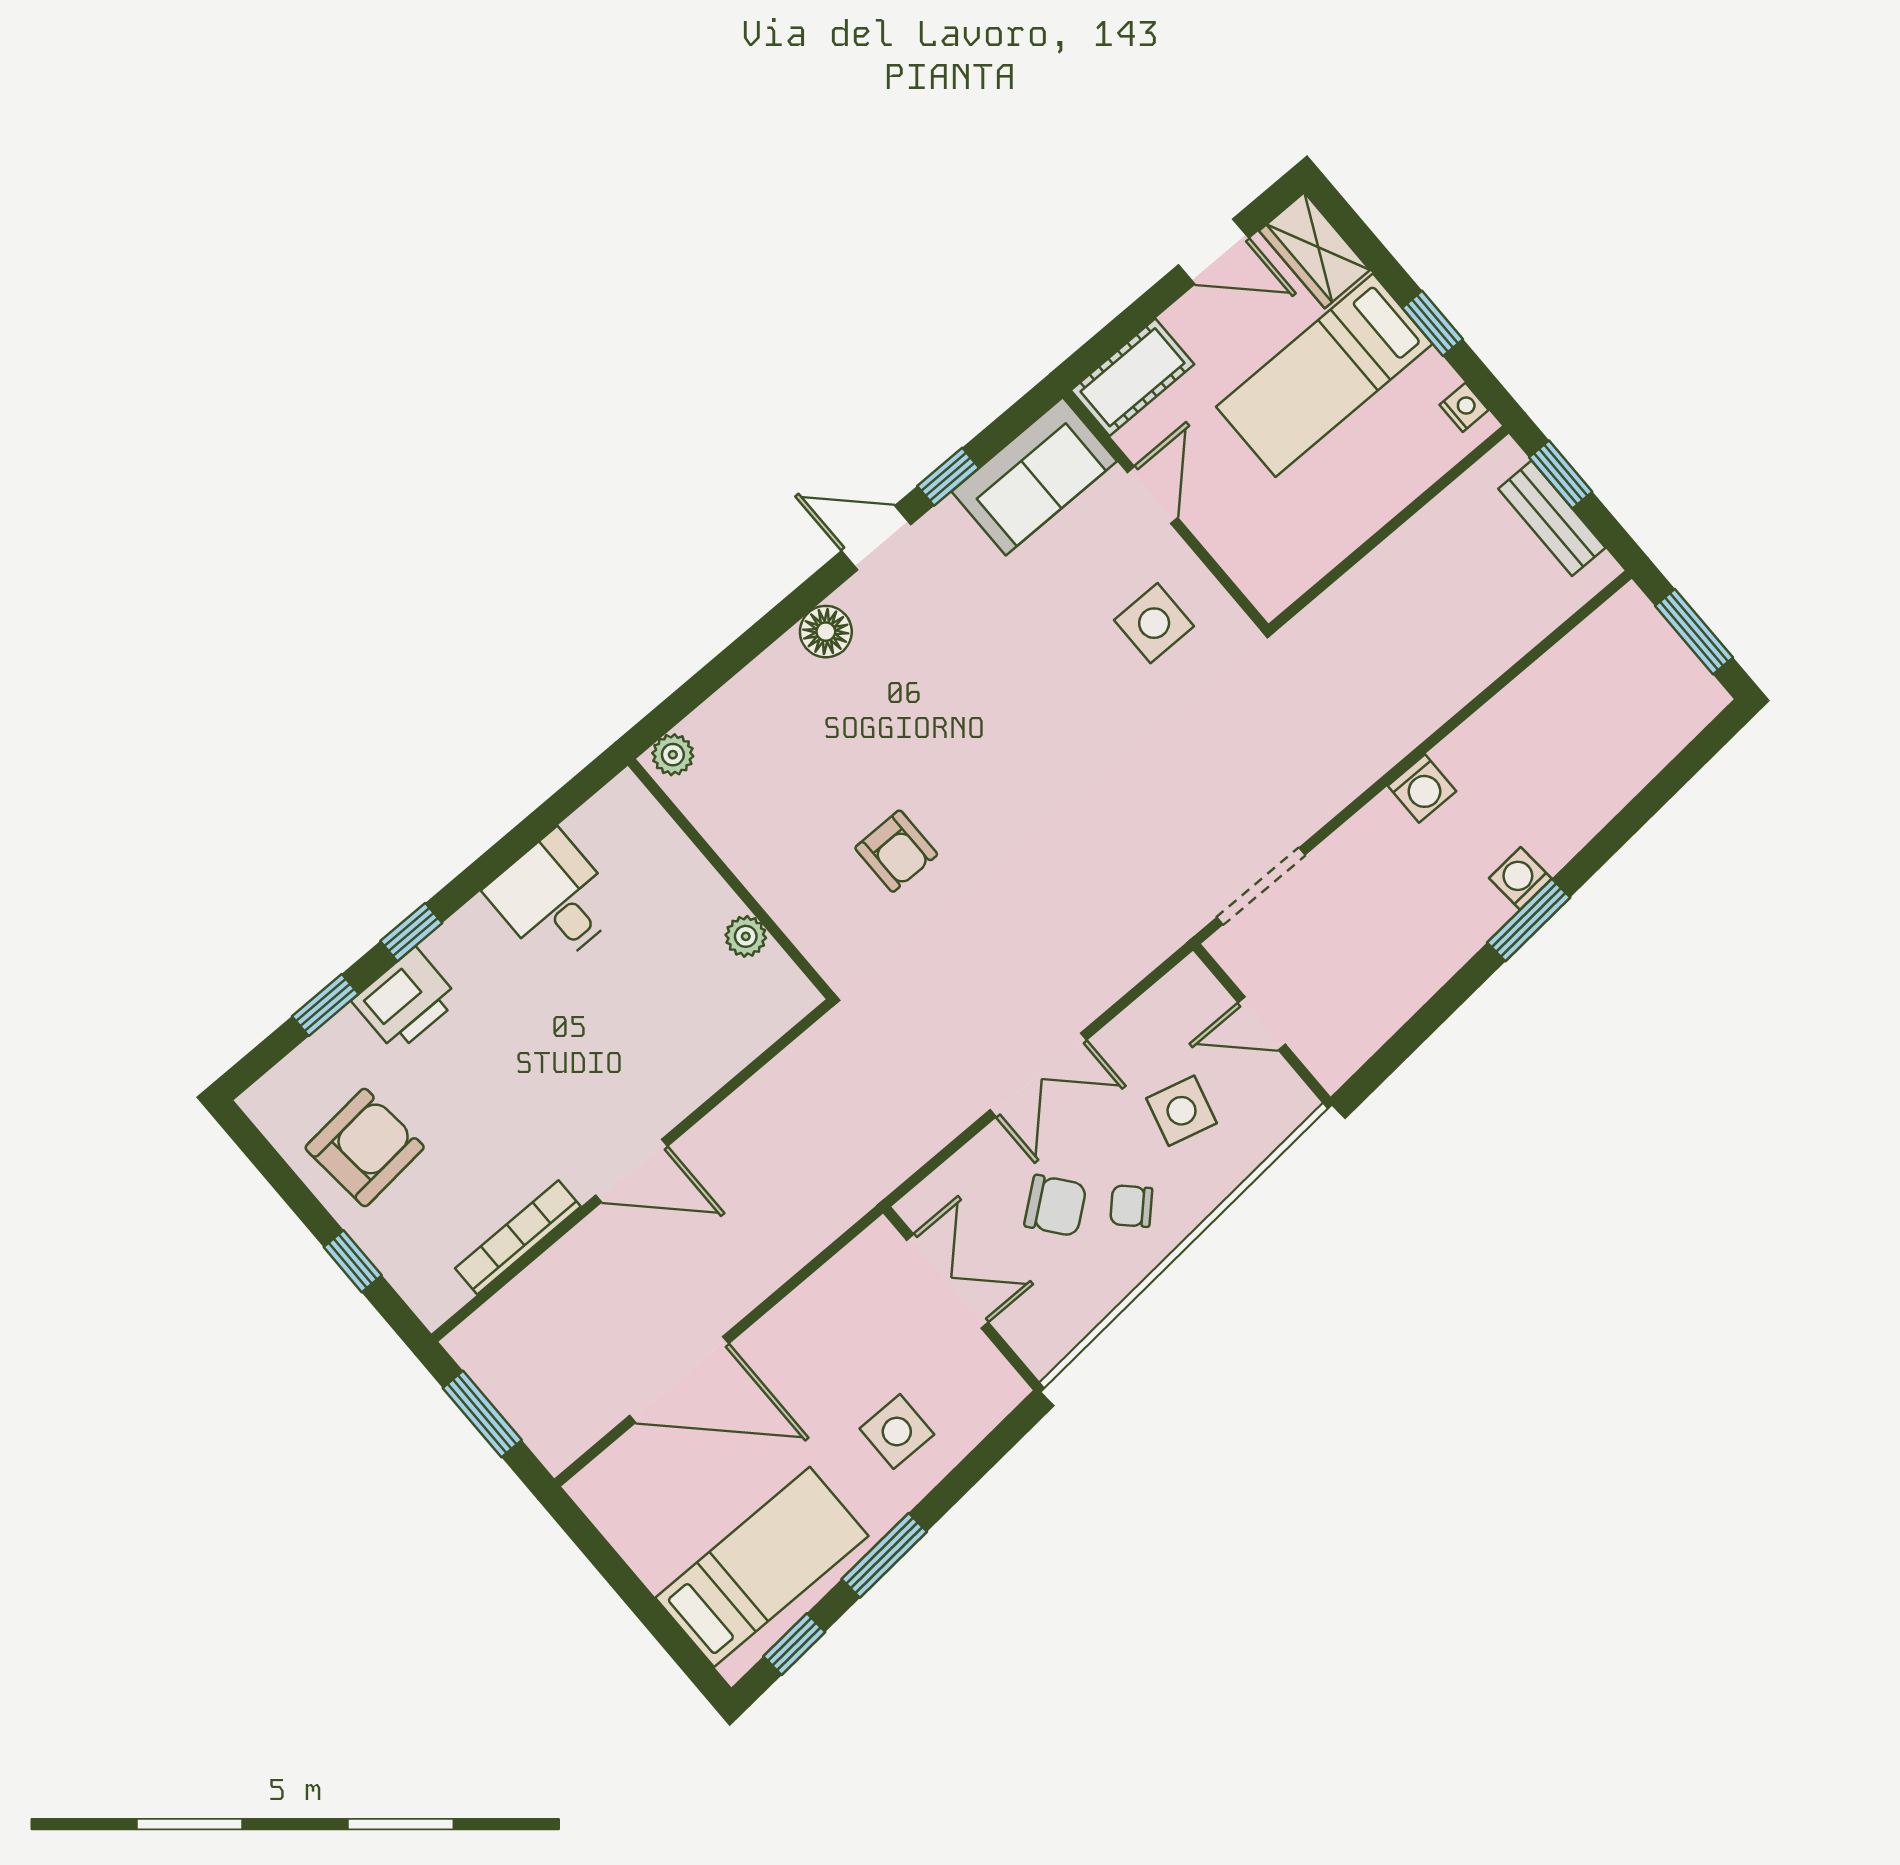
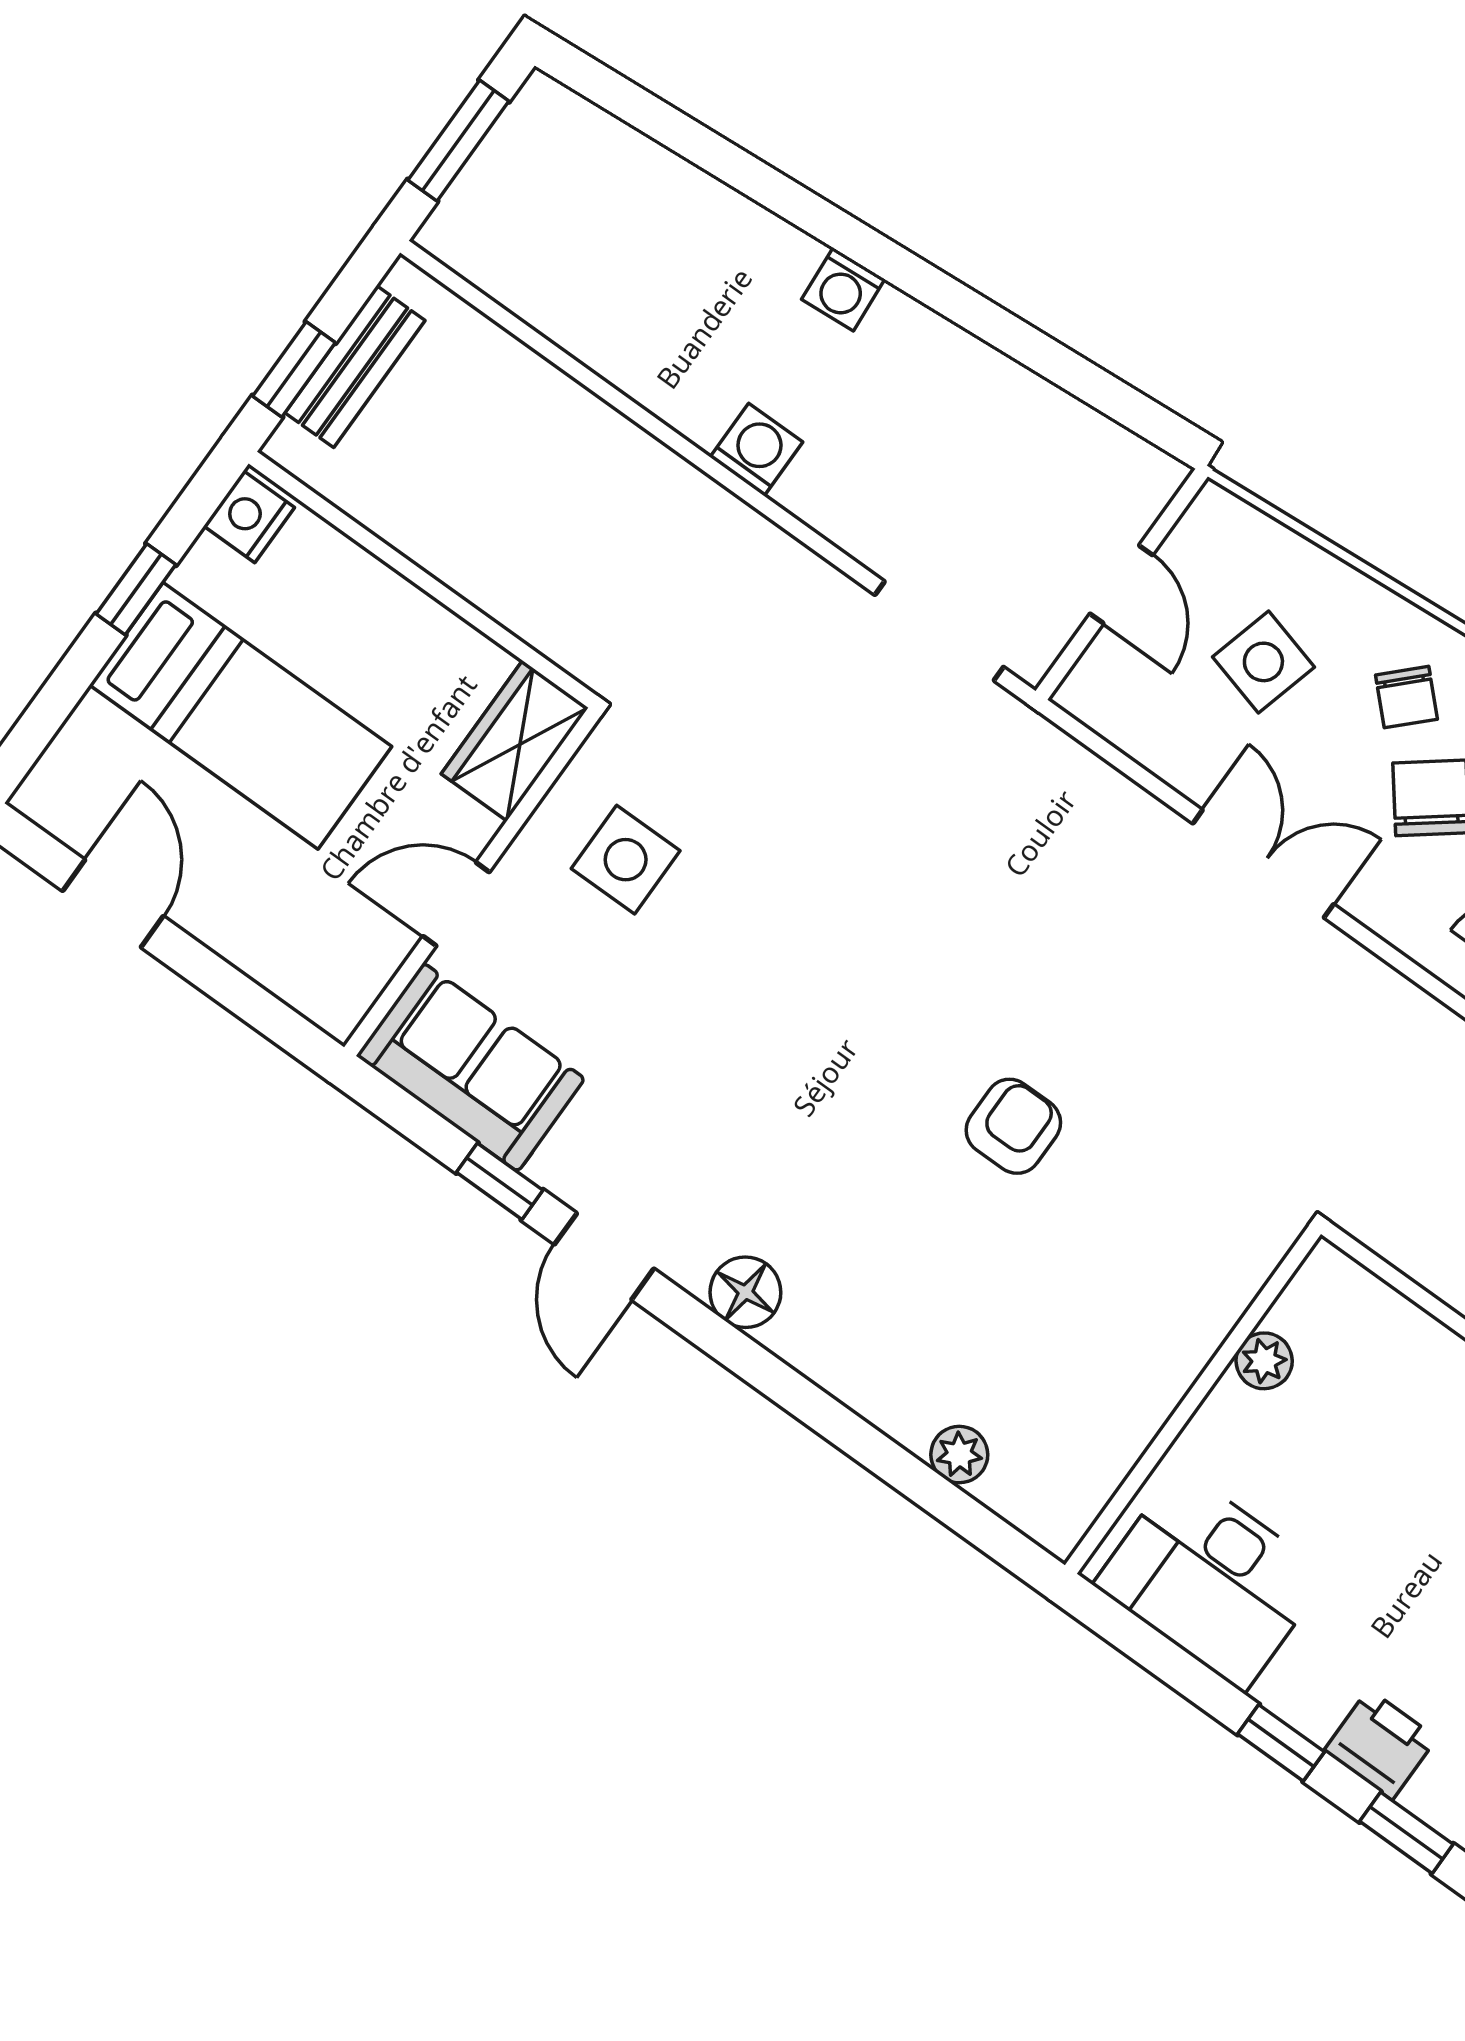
wardrobe: (1314, 250) -> (515, 741), moved, turned 180
cot: (1132, 377) -> (307, 970), removed
nightstand: (1464, 407) -> (249, 517), width x1.39, depth x1.35
wall: (731, 879) -> (1193, 1400), moved
desk: (554, 899) -> (1211, 1579), width x1.37
window: (1529, 920) -> (896, 265), removed
plant: (746, 936) -> (1264, 1361), moved
printer: (406, 1000) -> (1380, 1744), width x0.73, depth x0.81

